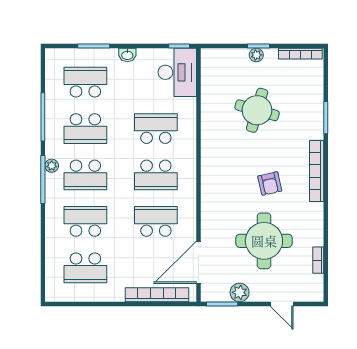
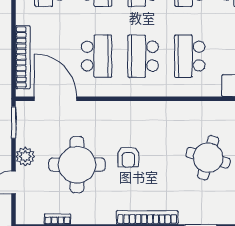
school desk: (156, 129) -> (190, 56), turned 180
armchair: (270, 184) -> (128, 157), moved, turned -77
plant: (240, 292) -> (25, 156), moved

